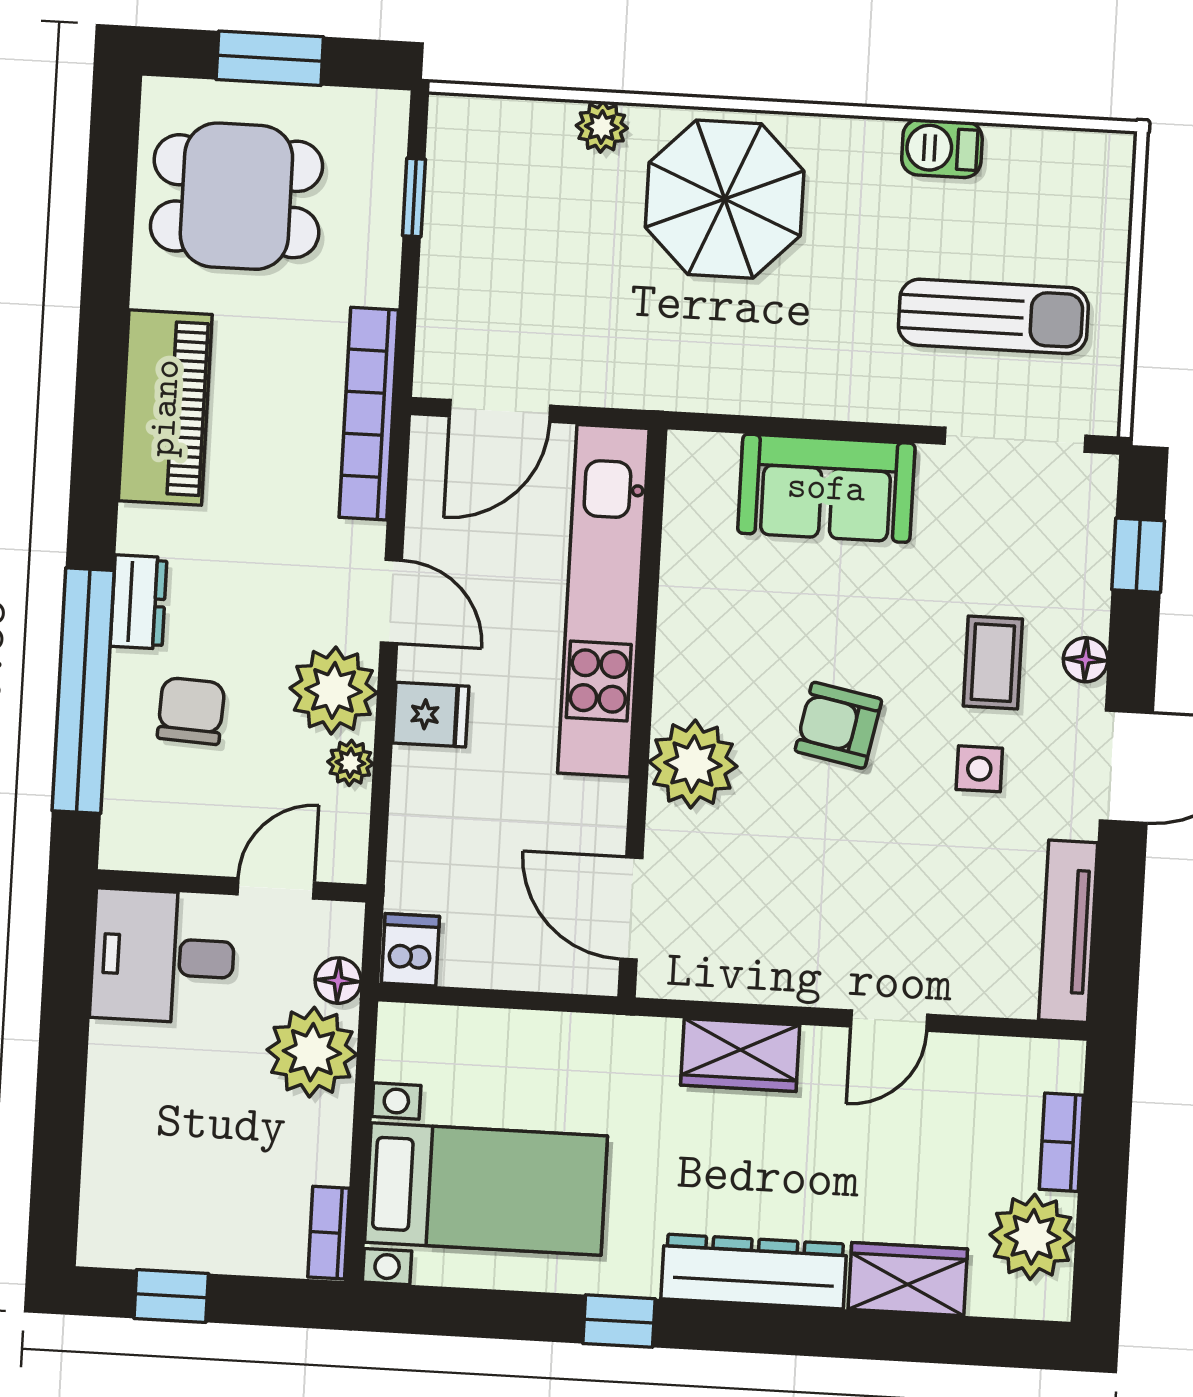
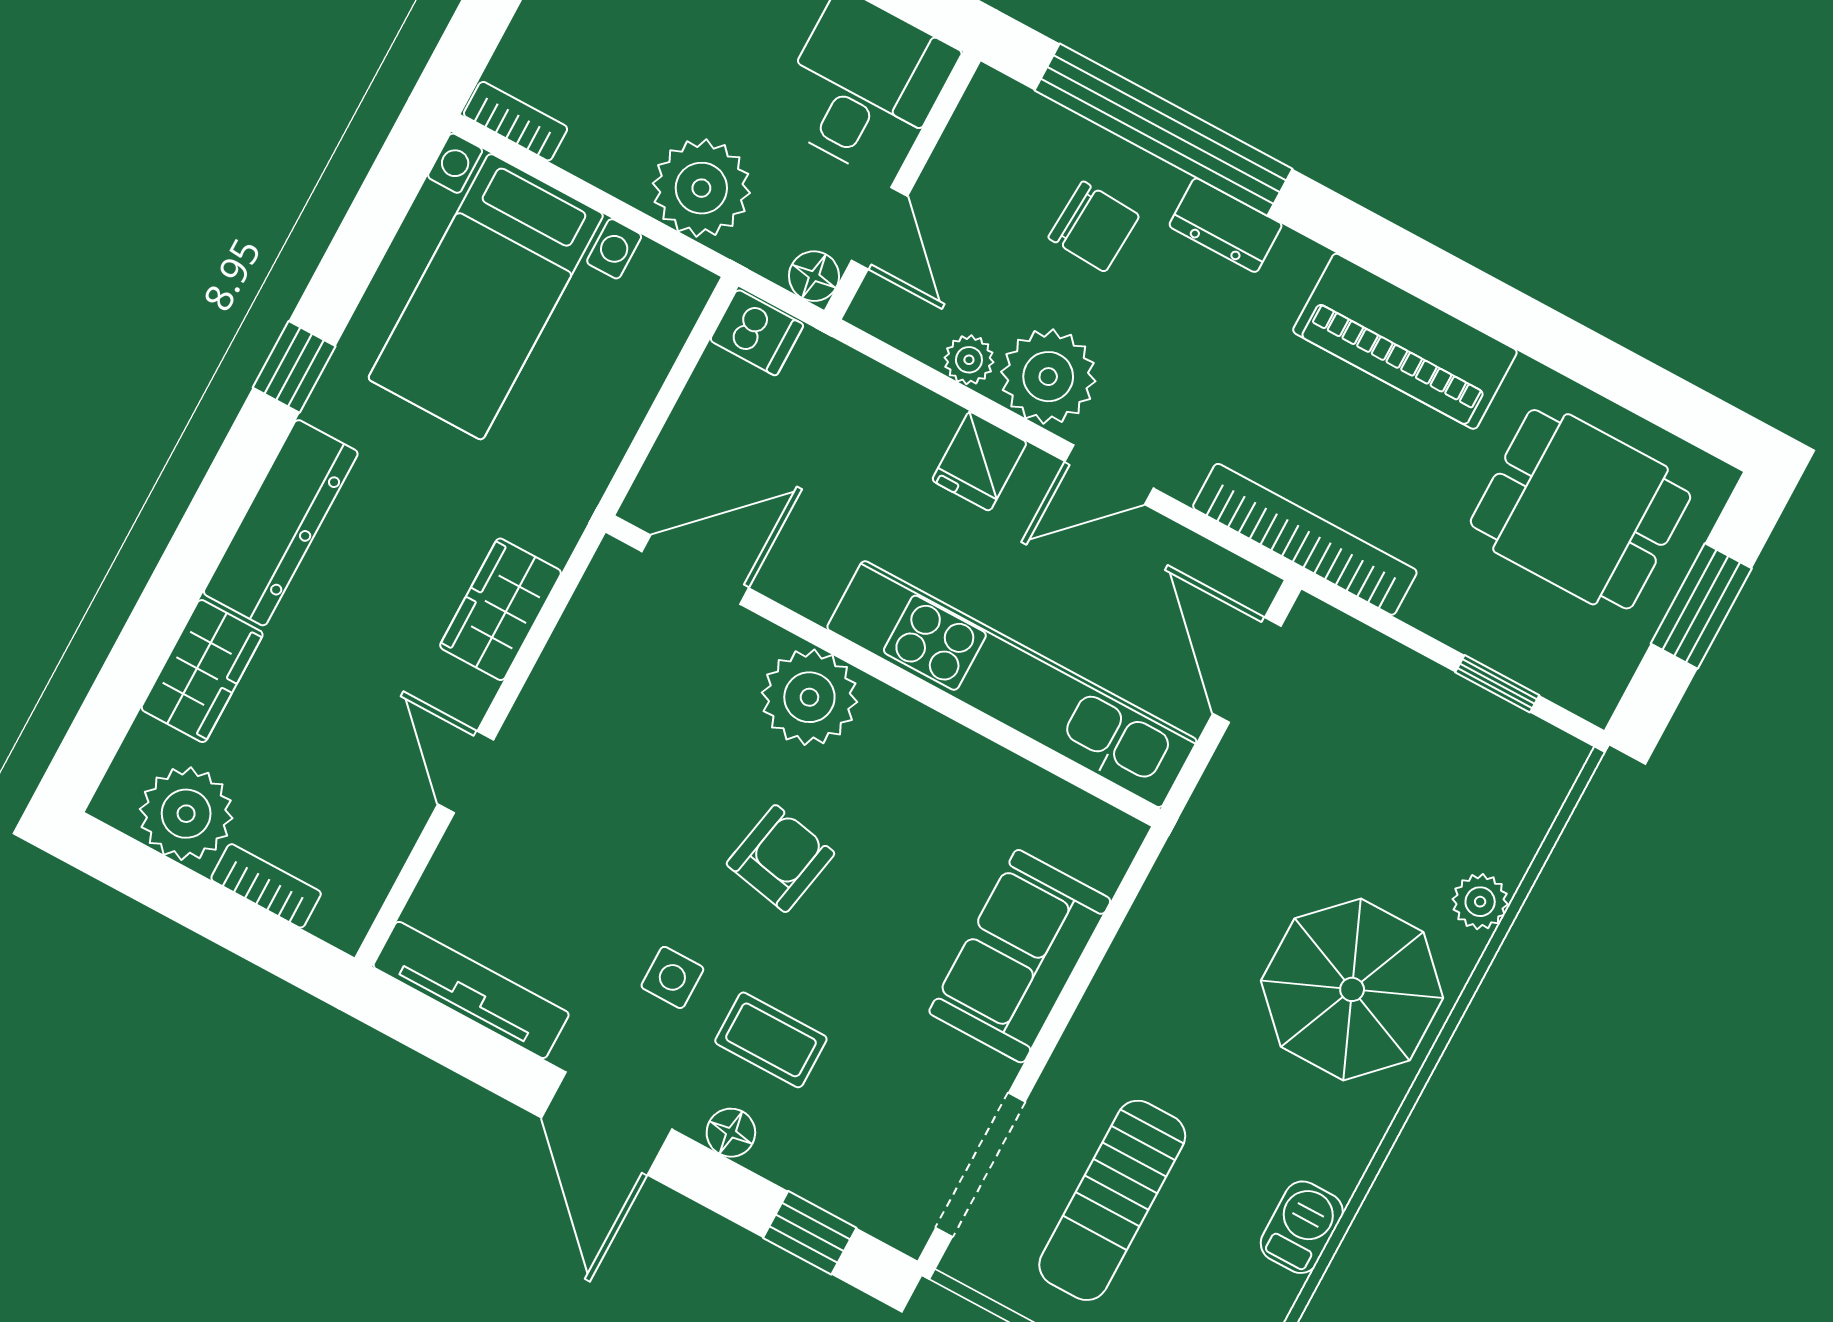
dining table: (236, 196) -> (1580, 509), turned 90
floor lamp: (338, 981) -> (814, 276), moved

